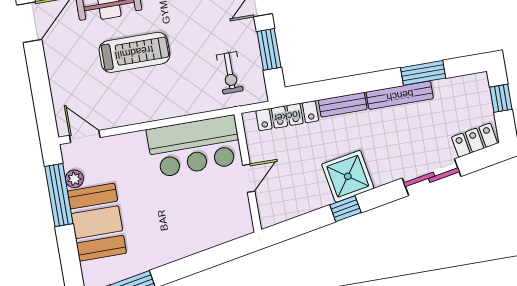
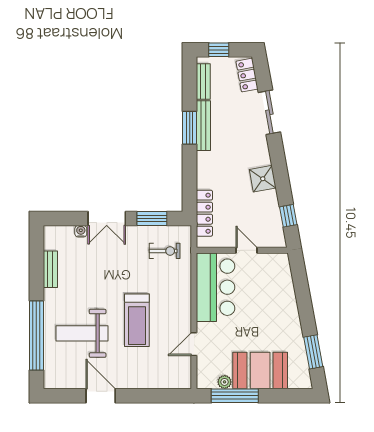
treadmill: (134, 52) -> (137, 320), turned 180
window: (423, 73) -> (190, 128), moved
bench: (343, 105) -> (203, 81), moved
door: (85, 136) -> (194, 344), moved
shower: (348, 176) -> (263, 179), width x0.73, depth x0.73
window: (345, 209) -> (288, 216), moved

